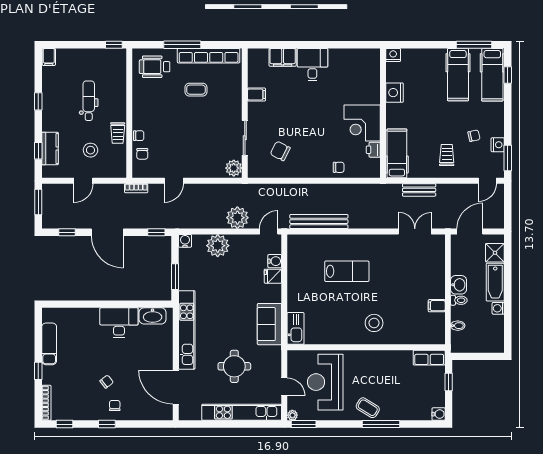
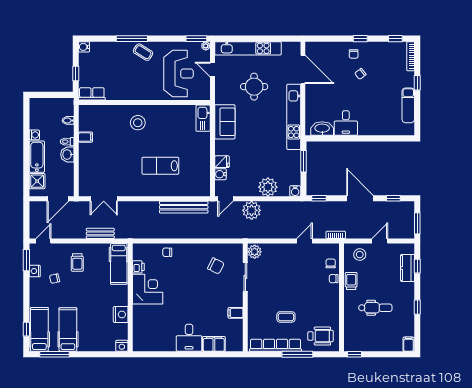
dental chair: (89, 101) -> (375, 308), turned -90
stool: (90, 150) -> (360, 255), moved
desk: (119, 323) -> (346, 123), width x0.73

